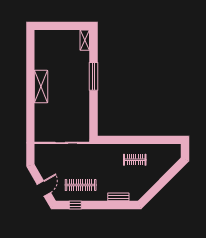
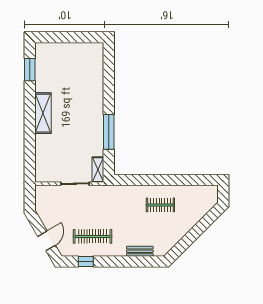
shelving: (85, 40) -> (98, 170), moved
window: (30, 52) -> (30, 70), added
window: (93, 76) -> (109, 132), moved

